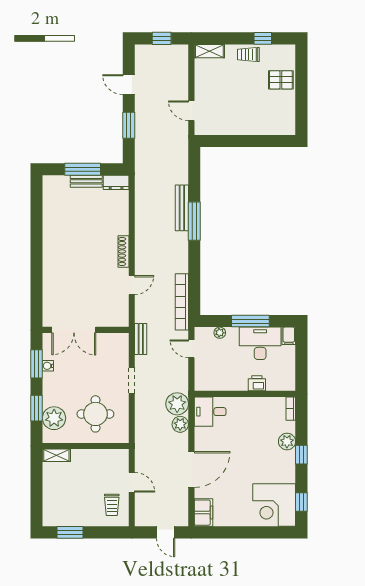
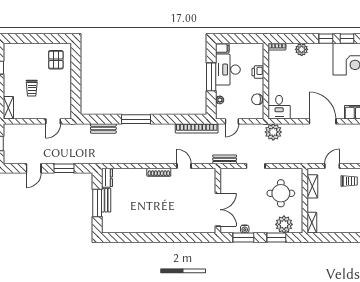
trolley: (248, 54) -> (32, 88), moved
pallet: (281, 80) -> (56, 60), moved
bench: (182, 208) -> (103, 128), moved, width x0.73
chair: (221, 382) -> (257, 99), added
plant: (180, 424) -> (289, 130), removed
window: (301, 455) -> (326, 39), moved
shelving: (104, 456) -> (312, 186), added

